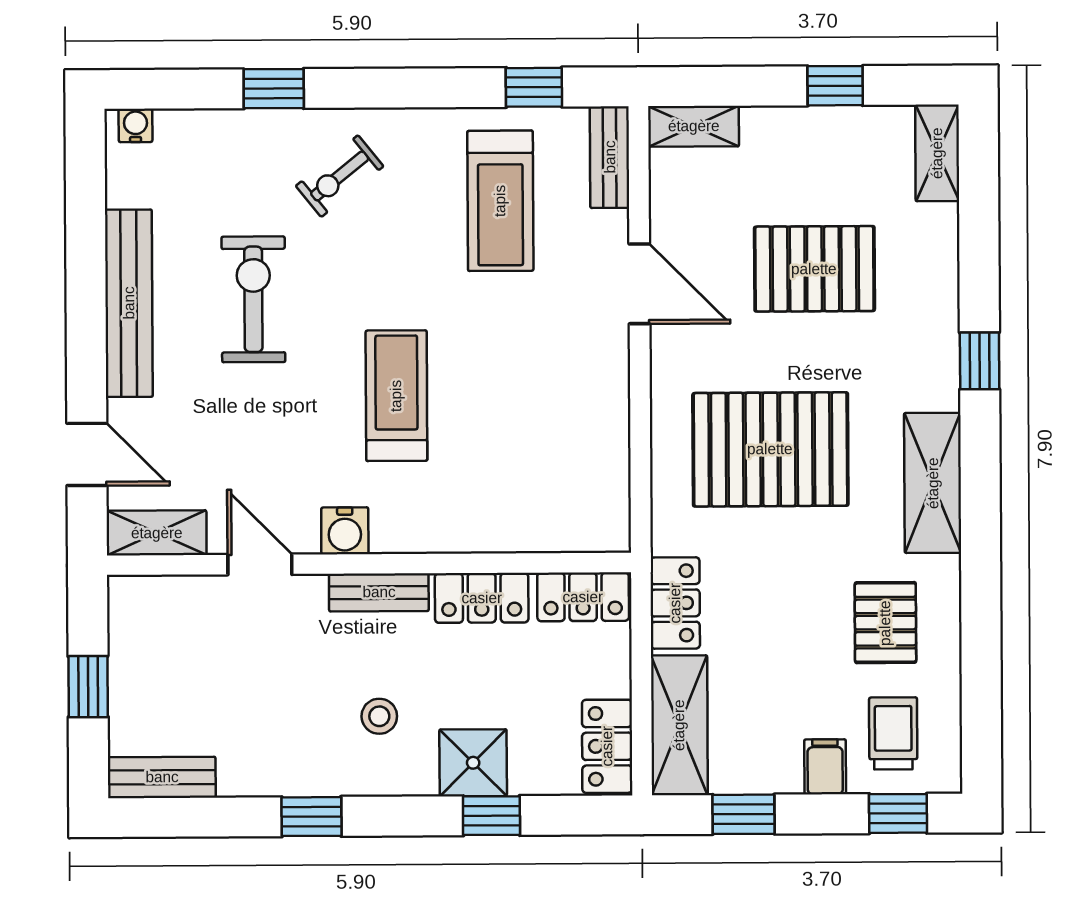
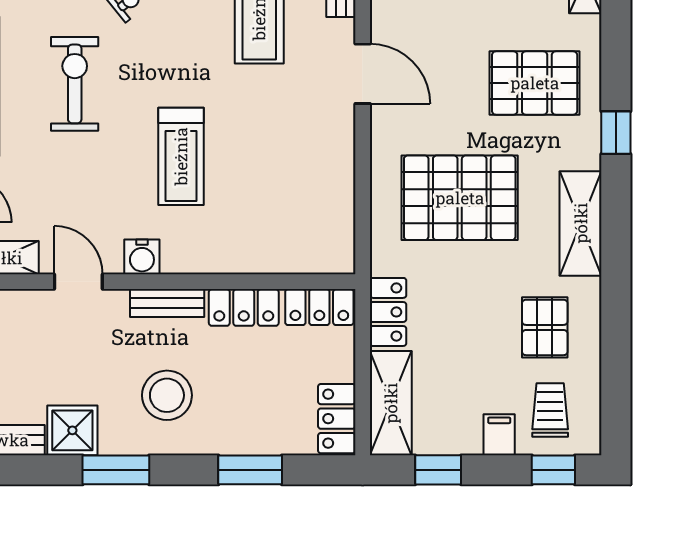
pallet: (814, 269) -> (535, 83), moved
treadmill: (396, 396) -> (181, 156), turned 180
stool: (379, 716) -> (167, 395), width x1.89, depth x1.89
shower: (473, 763) -> (72, 430), moved
window: (491, 816) -> (250, 470), width x1.50
window: (311, 817) -> (116, 470), width x1.50

